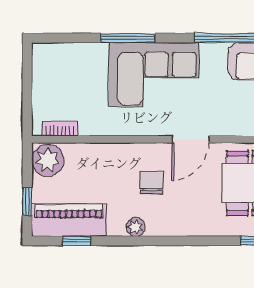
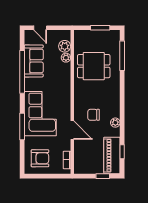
armchair: (63, 74) -> (40, 158), added
door: (190, 139) -> (72, 130), moved
plant: (48, 160) -> (82, 166), removed

